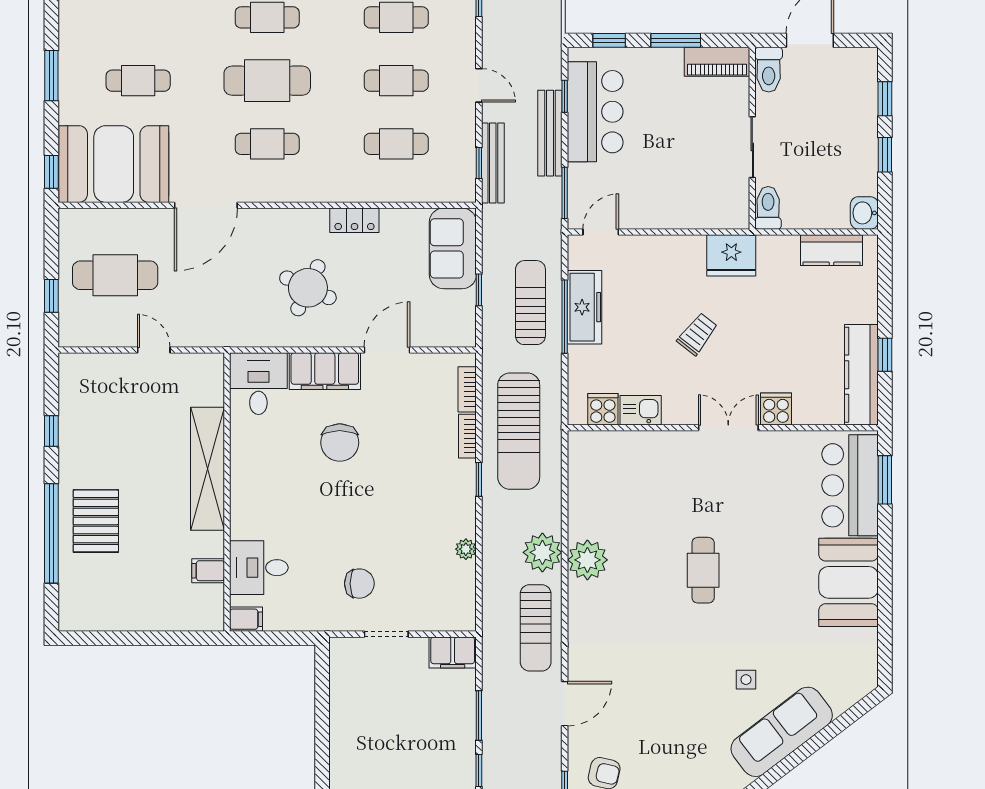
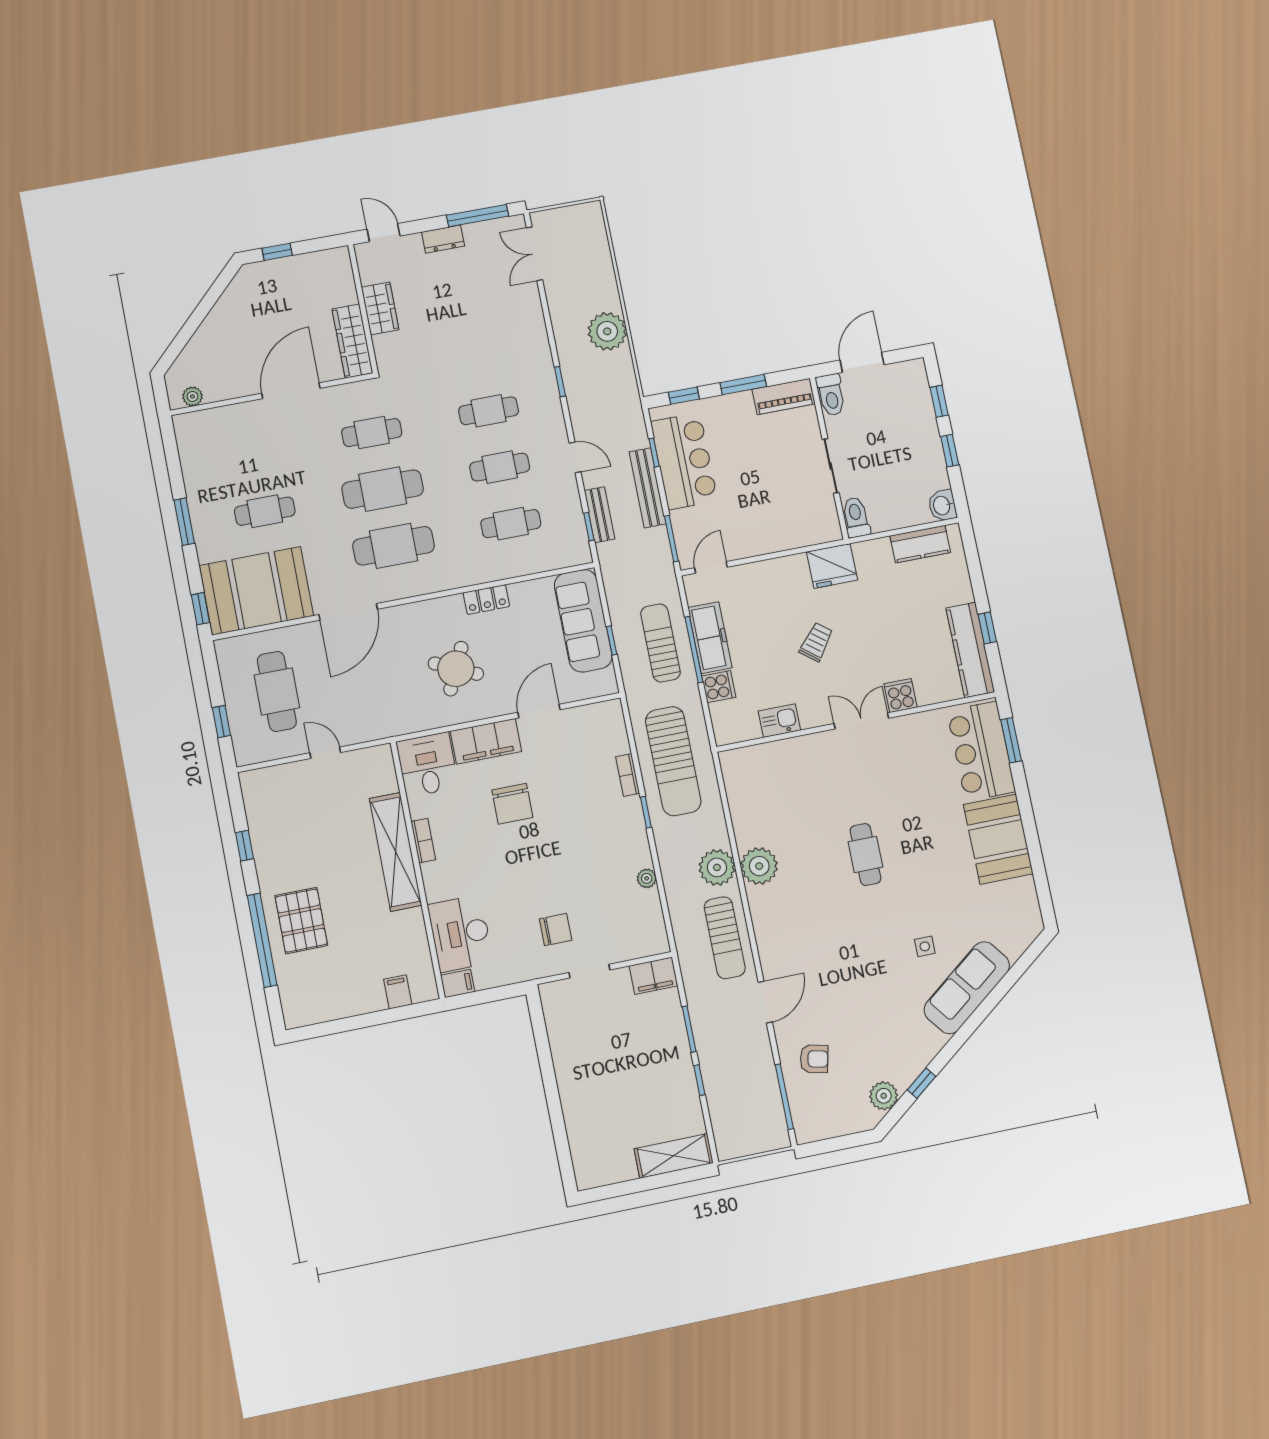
cafe table: (267, 144) -> (394, 546), width x1.37, depth x1.35
bench: (493, 163) -> (600, 515), width x0.73
sofa: (453, 248) -> (583, 621), width x1.36
cafe table: (115, 275) -> (277, 691), turned 90
bookcase: (467, 389) -> (423, 841), moved, turned 180
cooker: (603, 409) -> (719, 687), moved, turned 90
desk: (259, 568) -> (460, 933), width x1.37
filing cabinet: (208, 571) -> (398, 992), moved, turned 90

